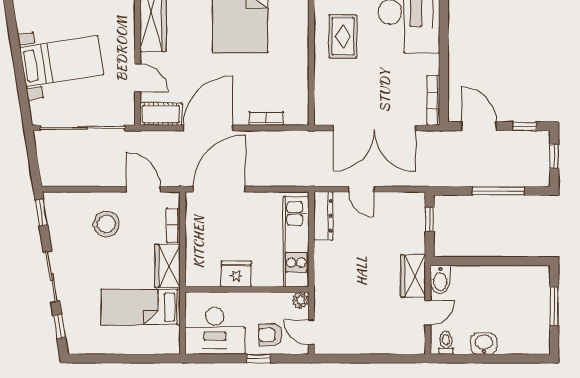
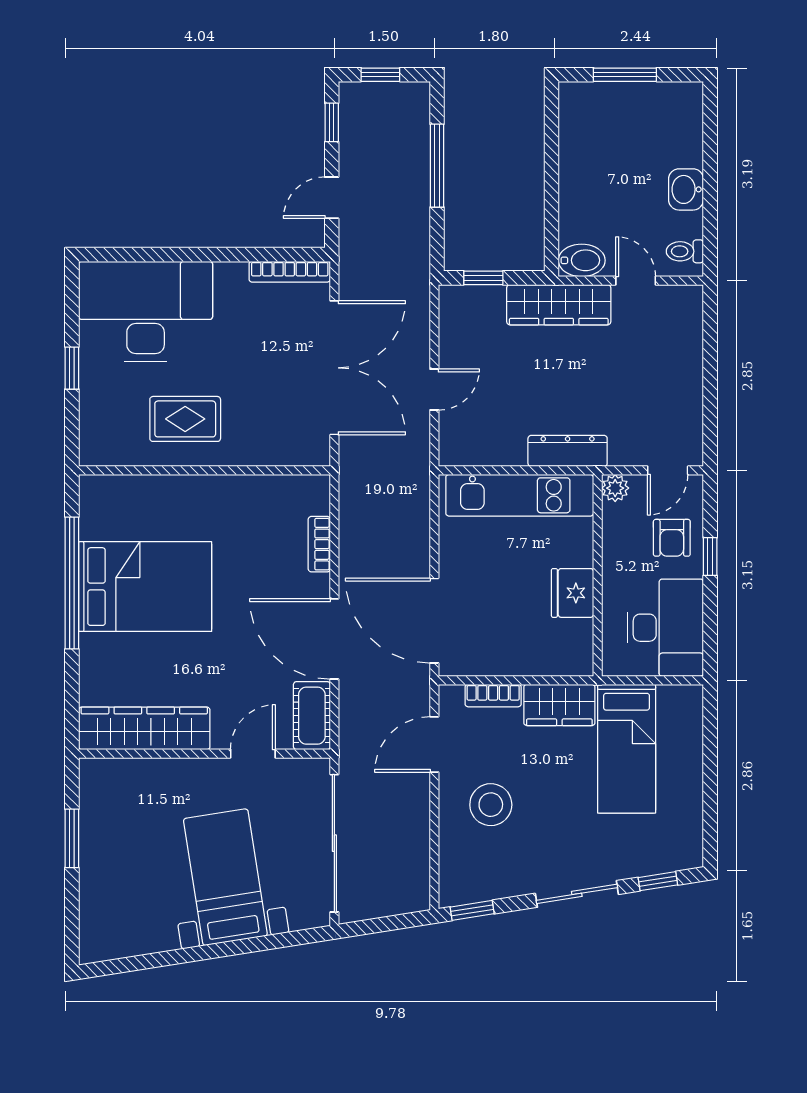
door: (479, 126) -> (332, 198), width x0.73
dresser: (323, 216) -> (568, 451), moved
wardrobe: (413, 276) -> (559, 305), width x1.50

